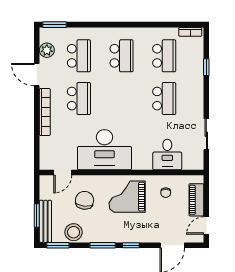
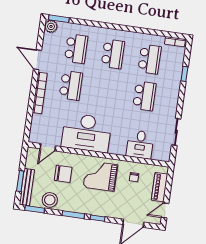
plant: (47, 50) -> (51, 26), moved
chair: (85, 200) -> (63, 174), turned 83

